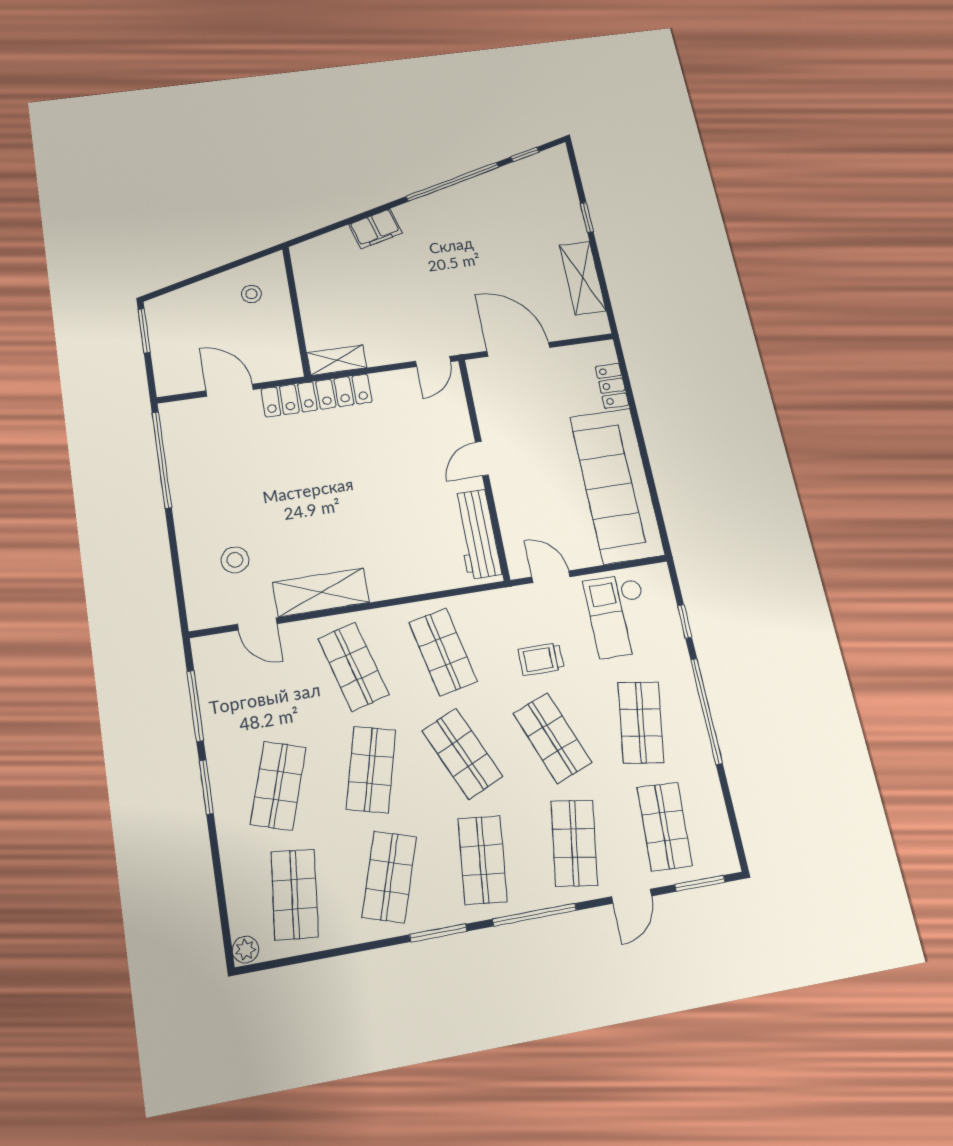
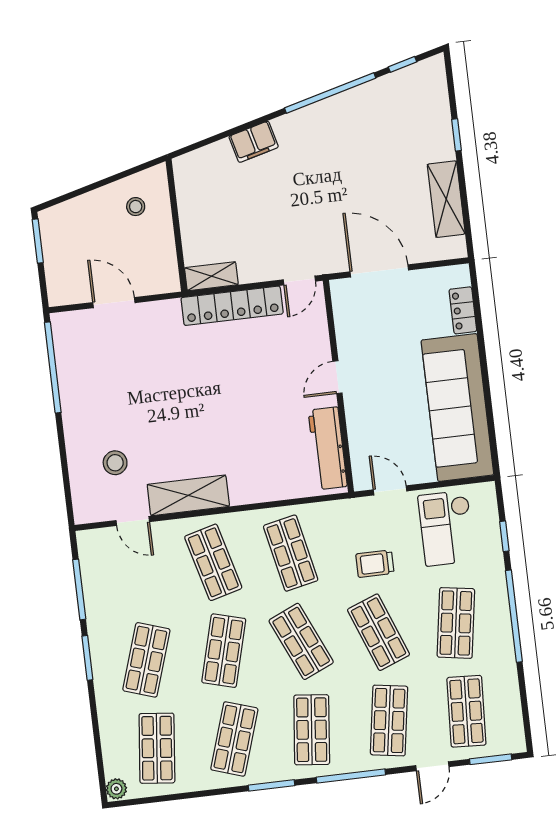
locker: (317, 395) -> (232, 306), moved

